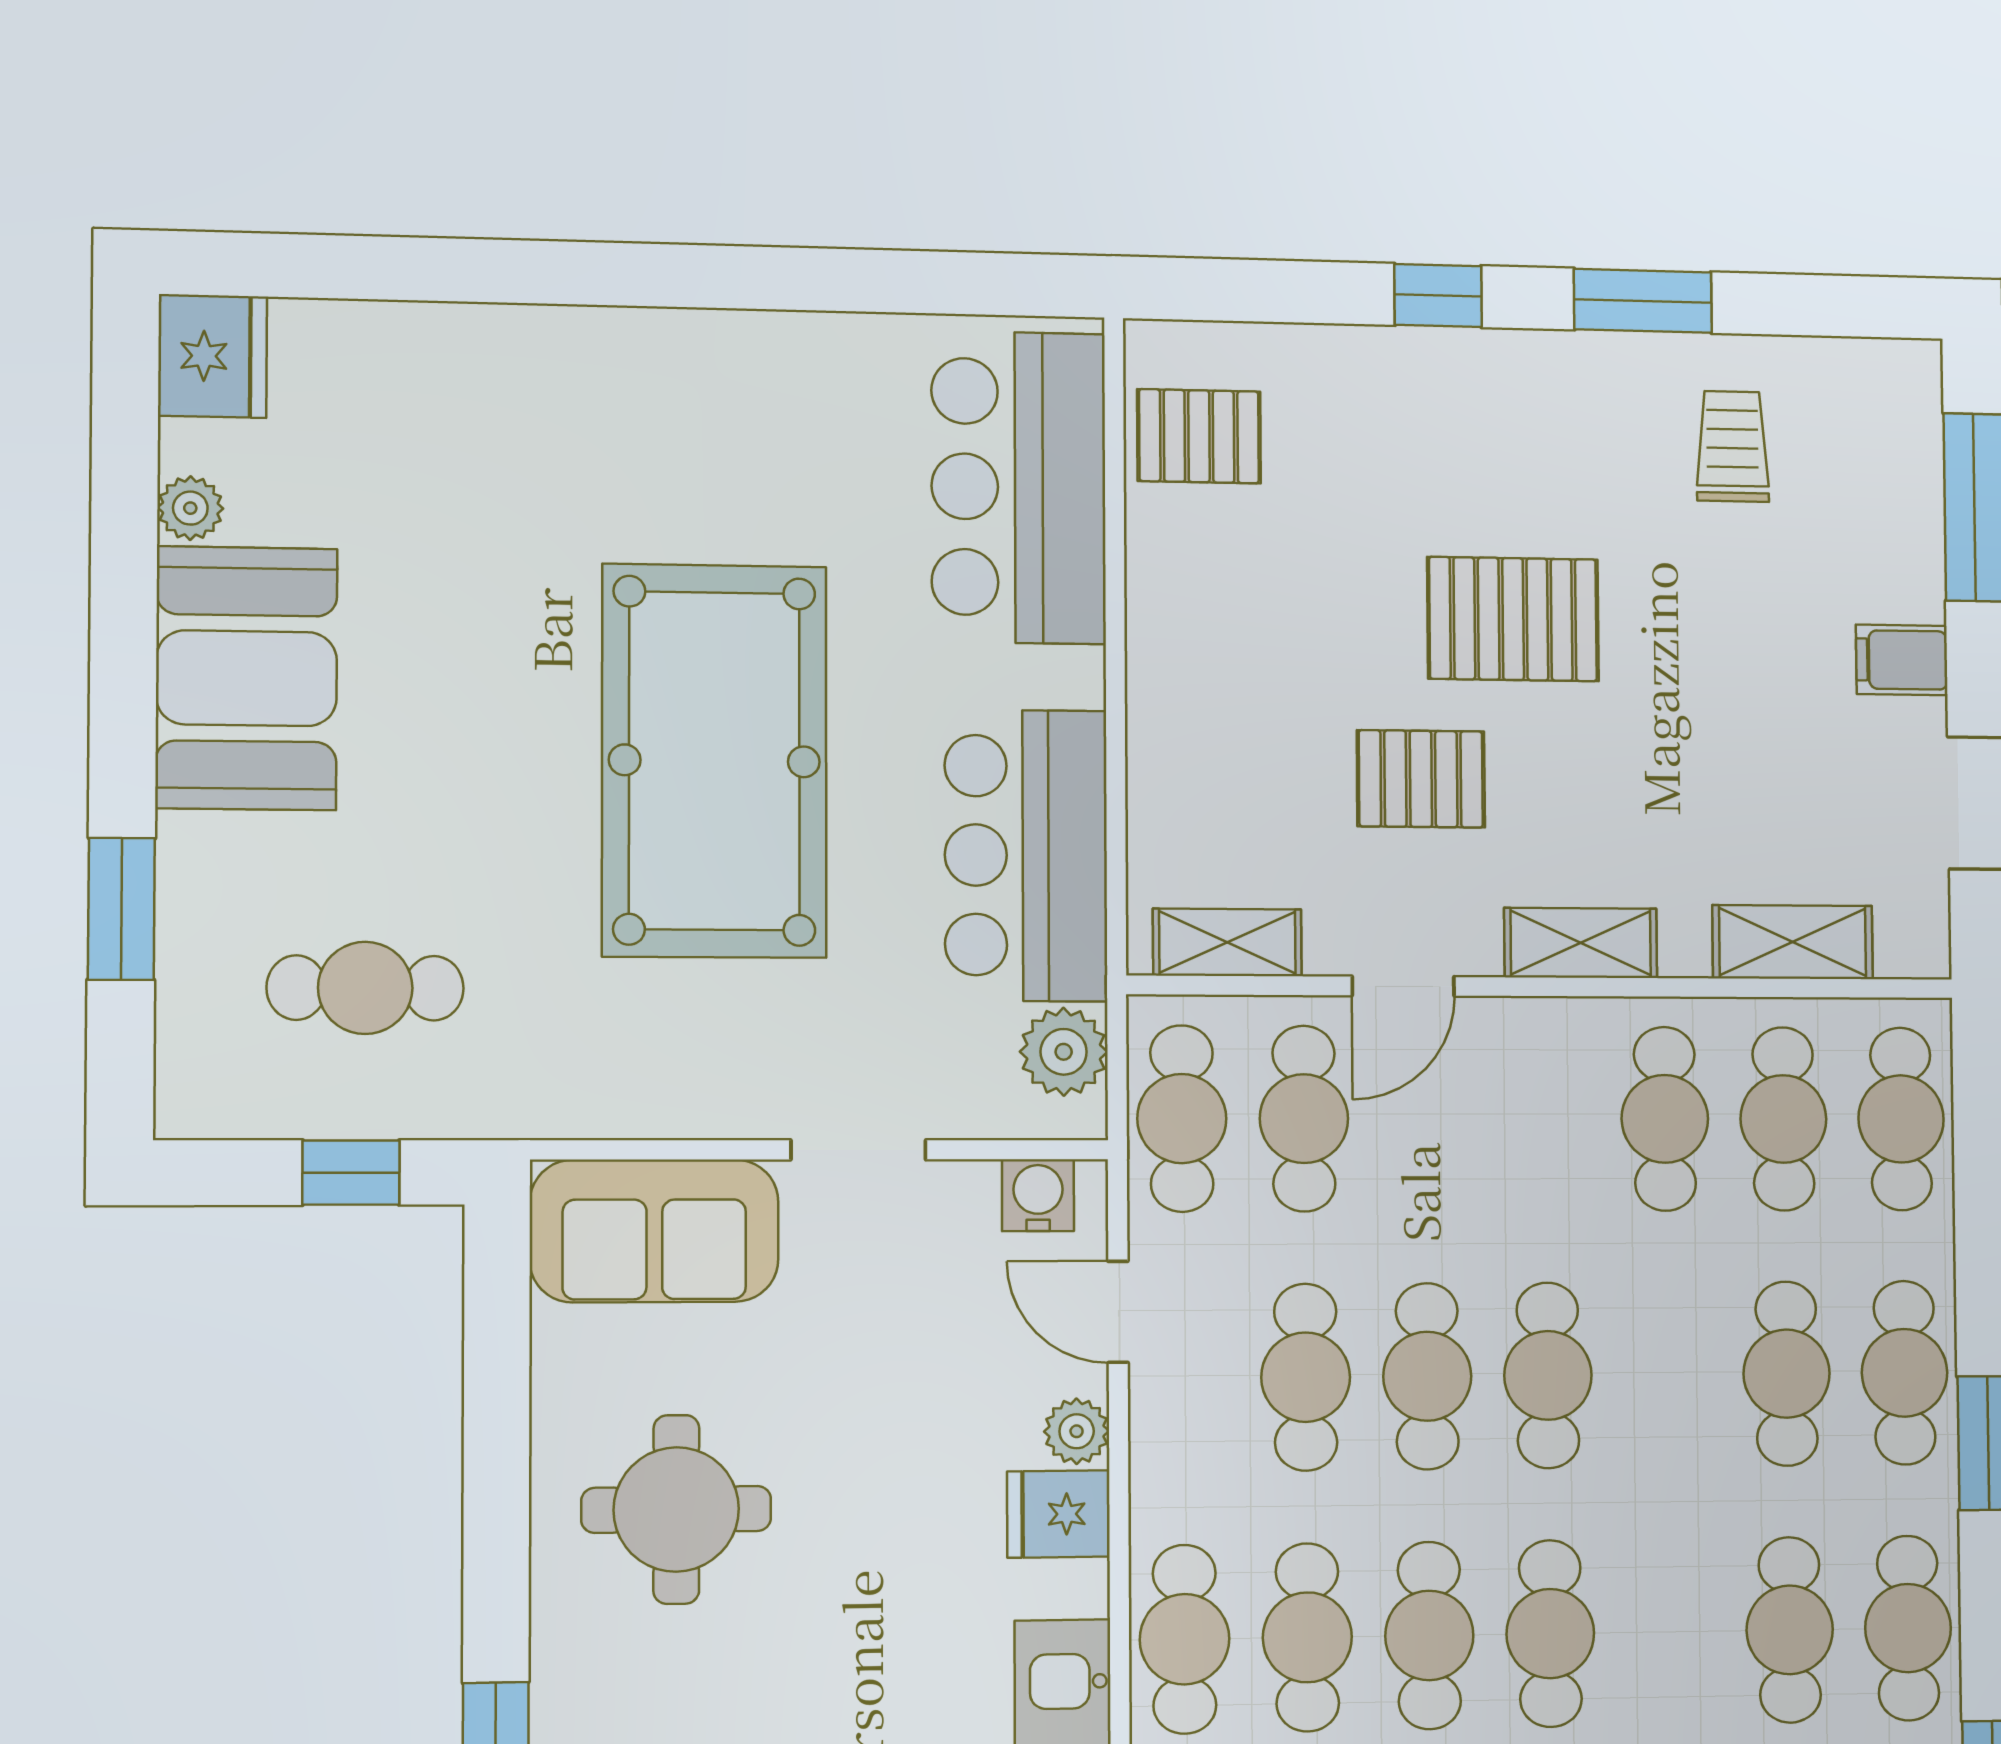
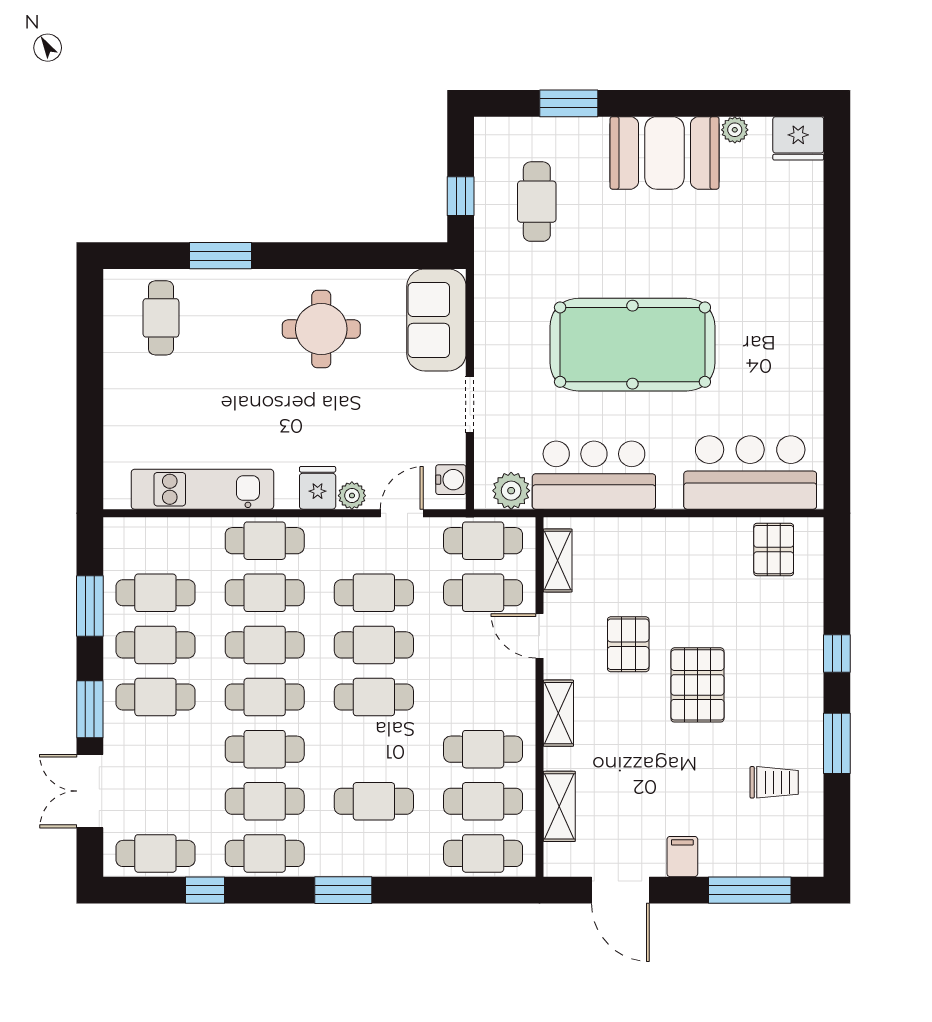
cafe table: (1905, 1373) -> (265, 749), moved

